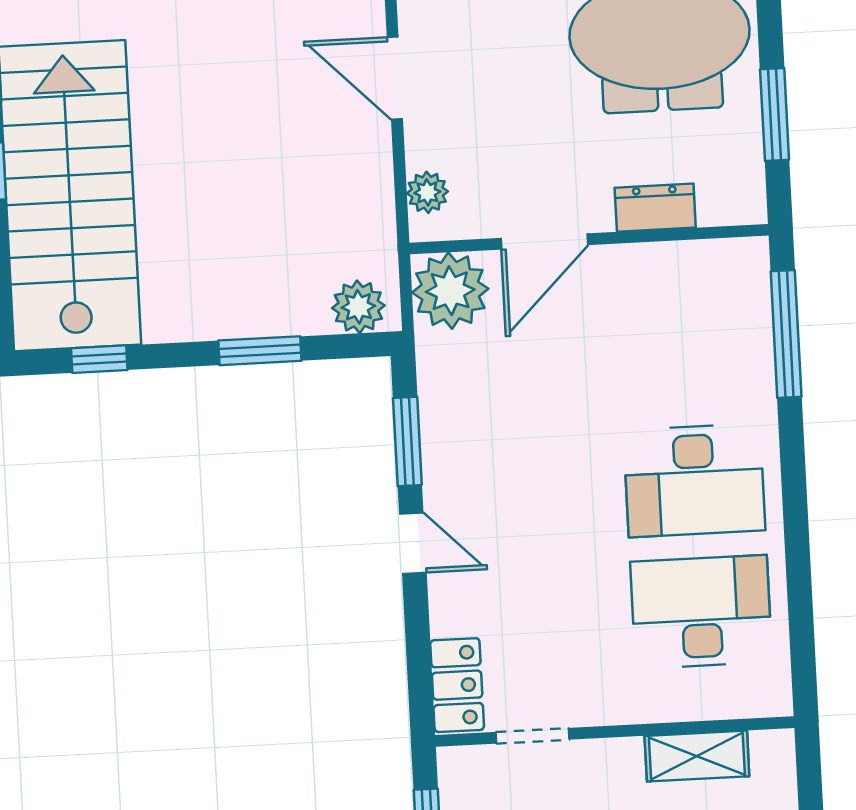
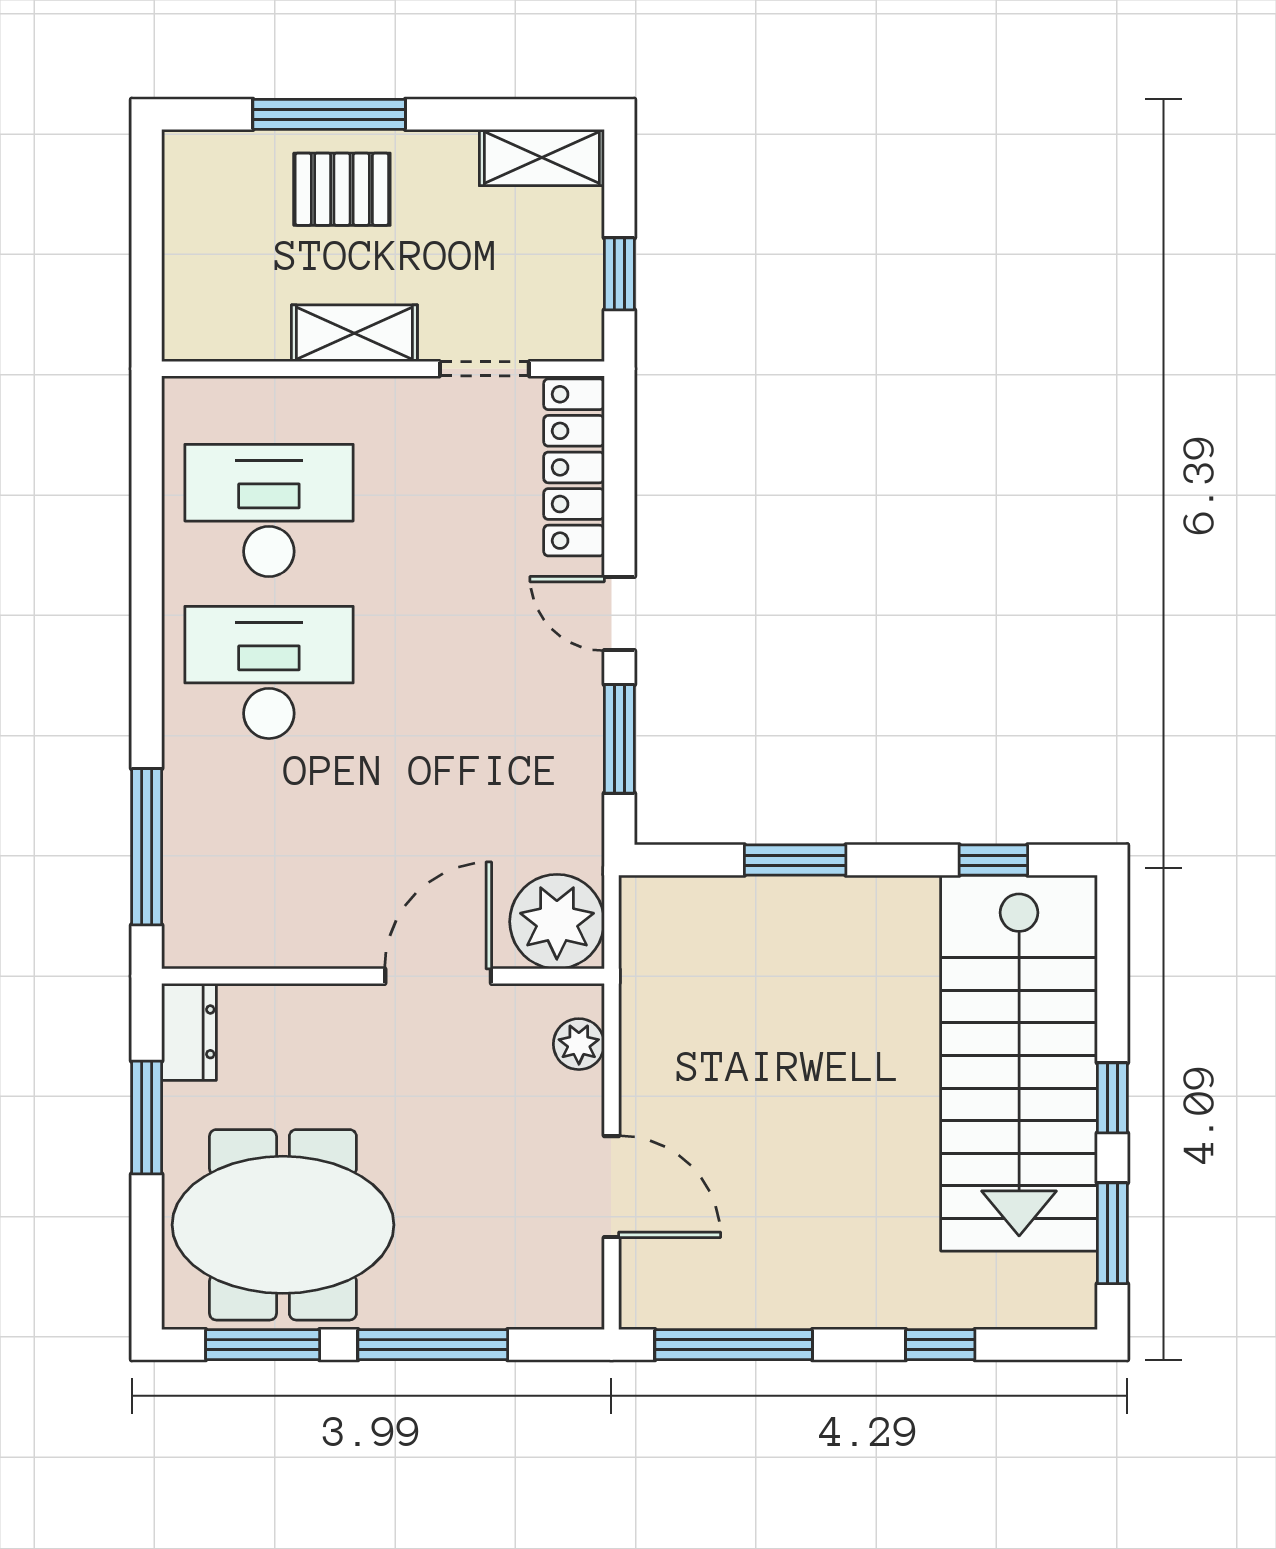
dresser: (655, 208) -> (189, 1032), moved, turned -90
plant: (358, 307) -> (671, 908), removed
desk: (701, 612) -> (269, 510), turned 180
locker: (457, 685) -> (574, 467), width x1.53
shelving: (697, 756) -> (354, 333), moved

